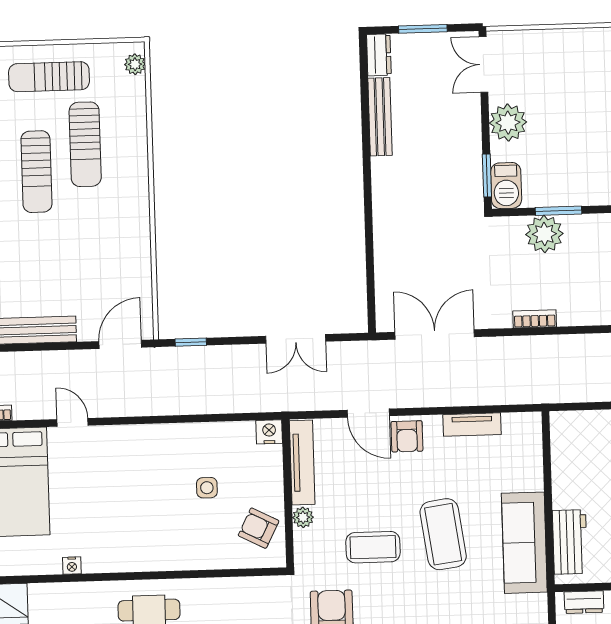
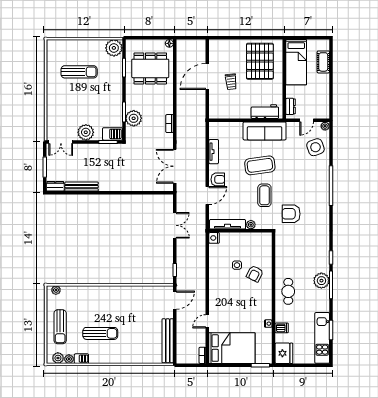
sun lounger: (85, 144) -> (89, 312), removed
door: (120, 344) -> (175, 300), swing flipped
armchair: (259, 528) -> (255, 274), moved
dishwasher: (63, 597) -> (282, 328), added

